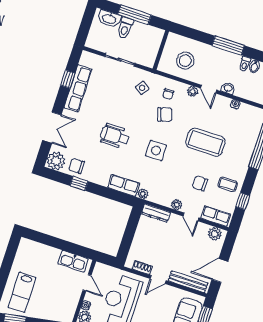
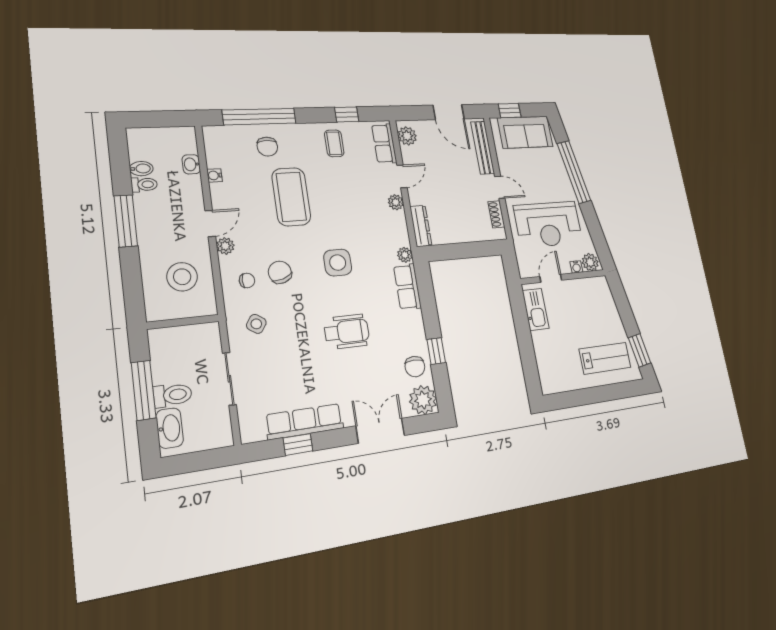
washbasin: (228, 88) -> (191, 164), moved
wheelchair: (115, 136) -> (347, 332), turned -90
chair: (200, 183) -> (267, 147), moved

